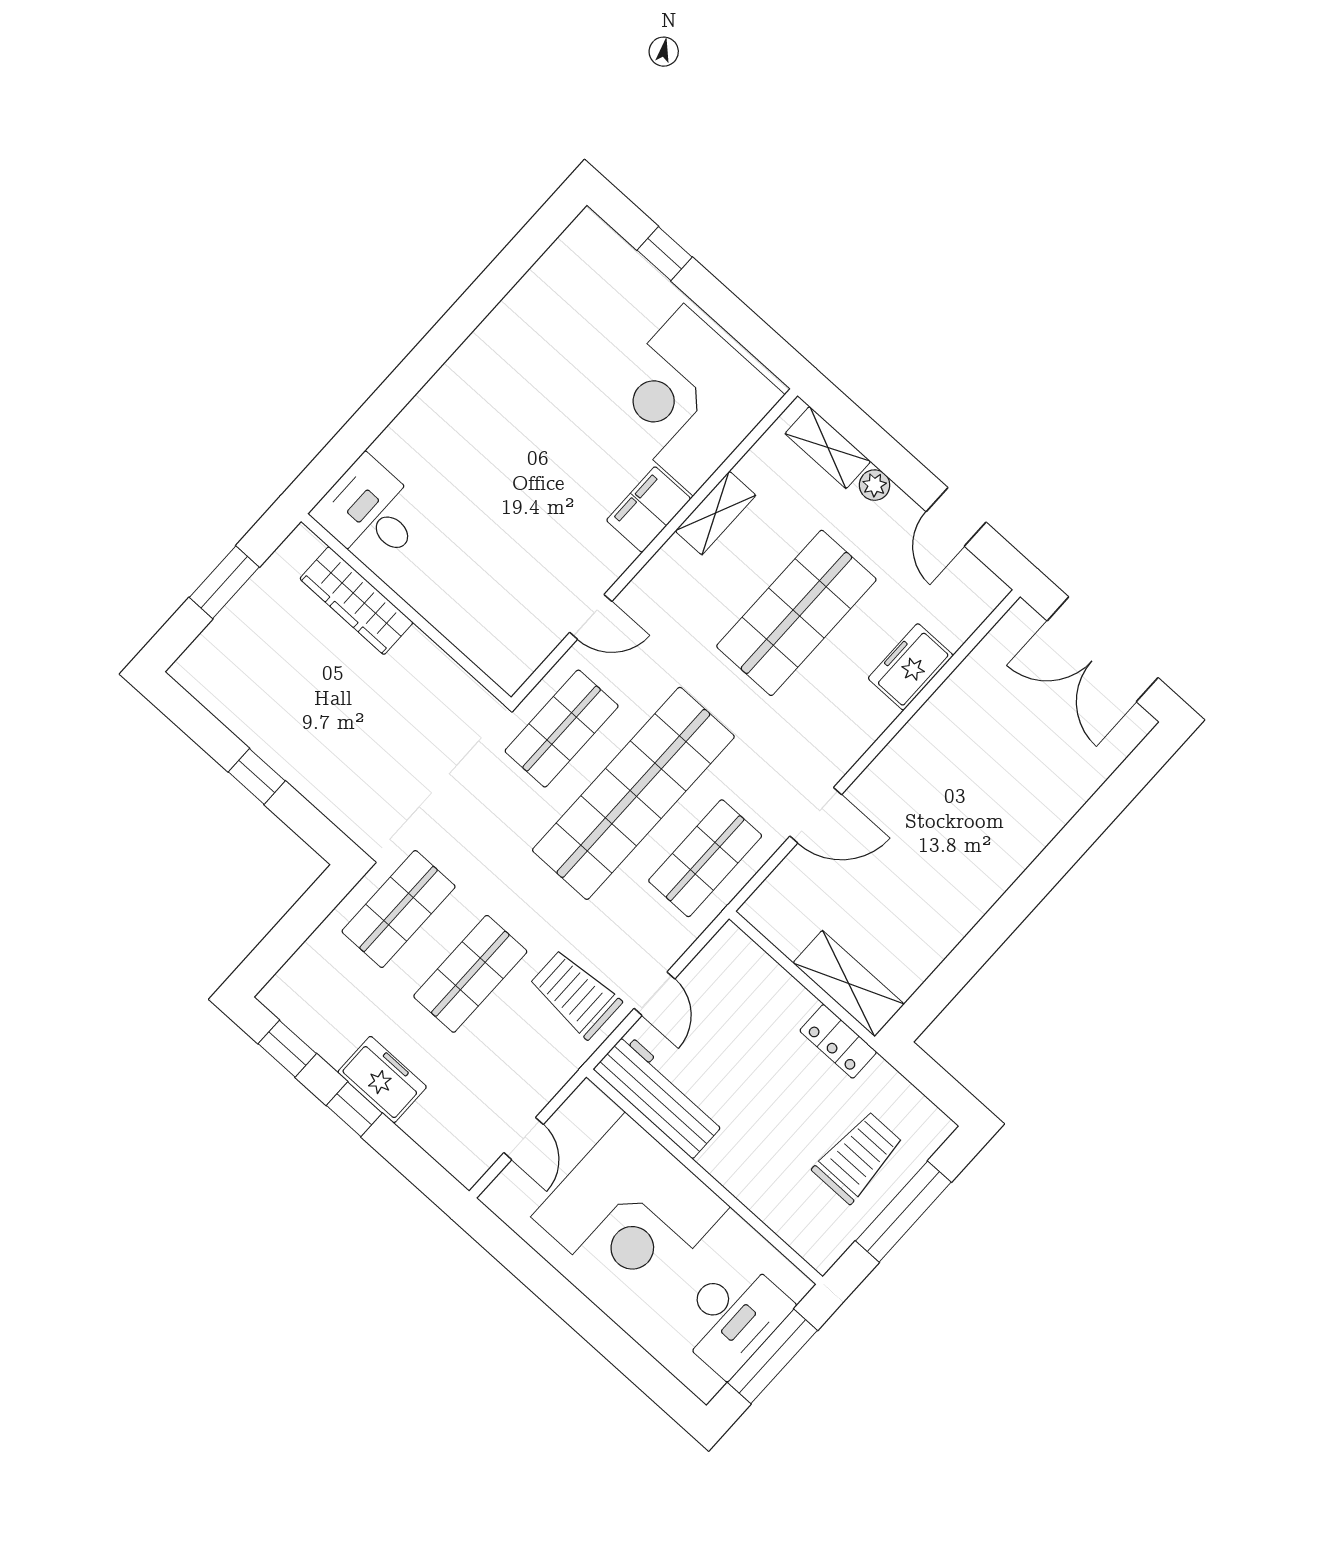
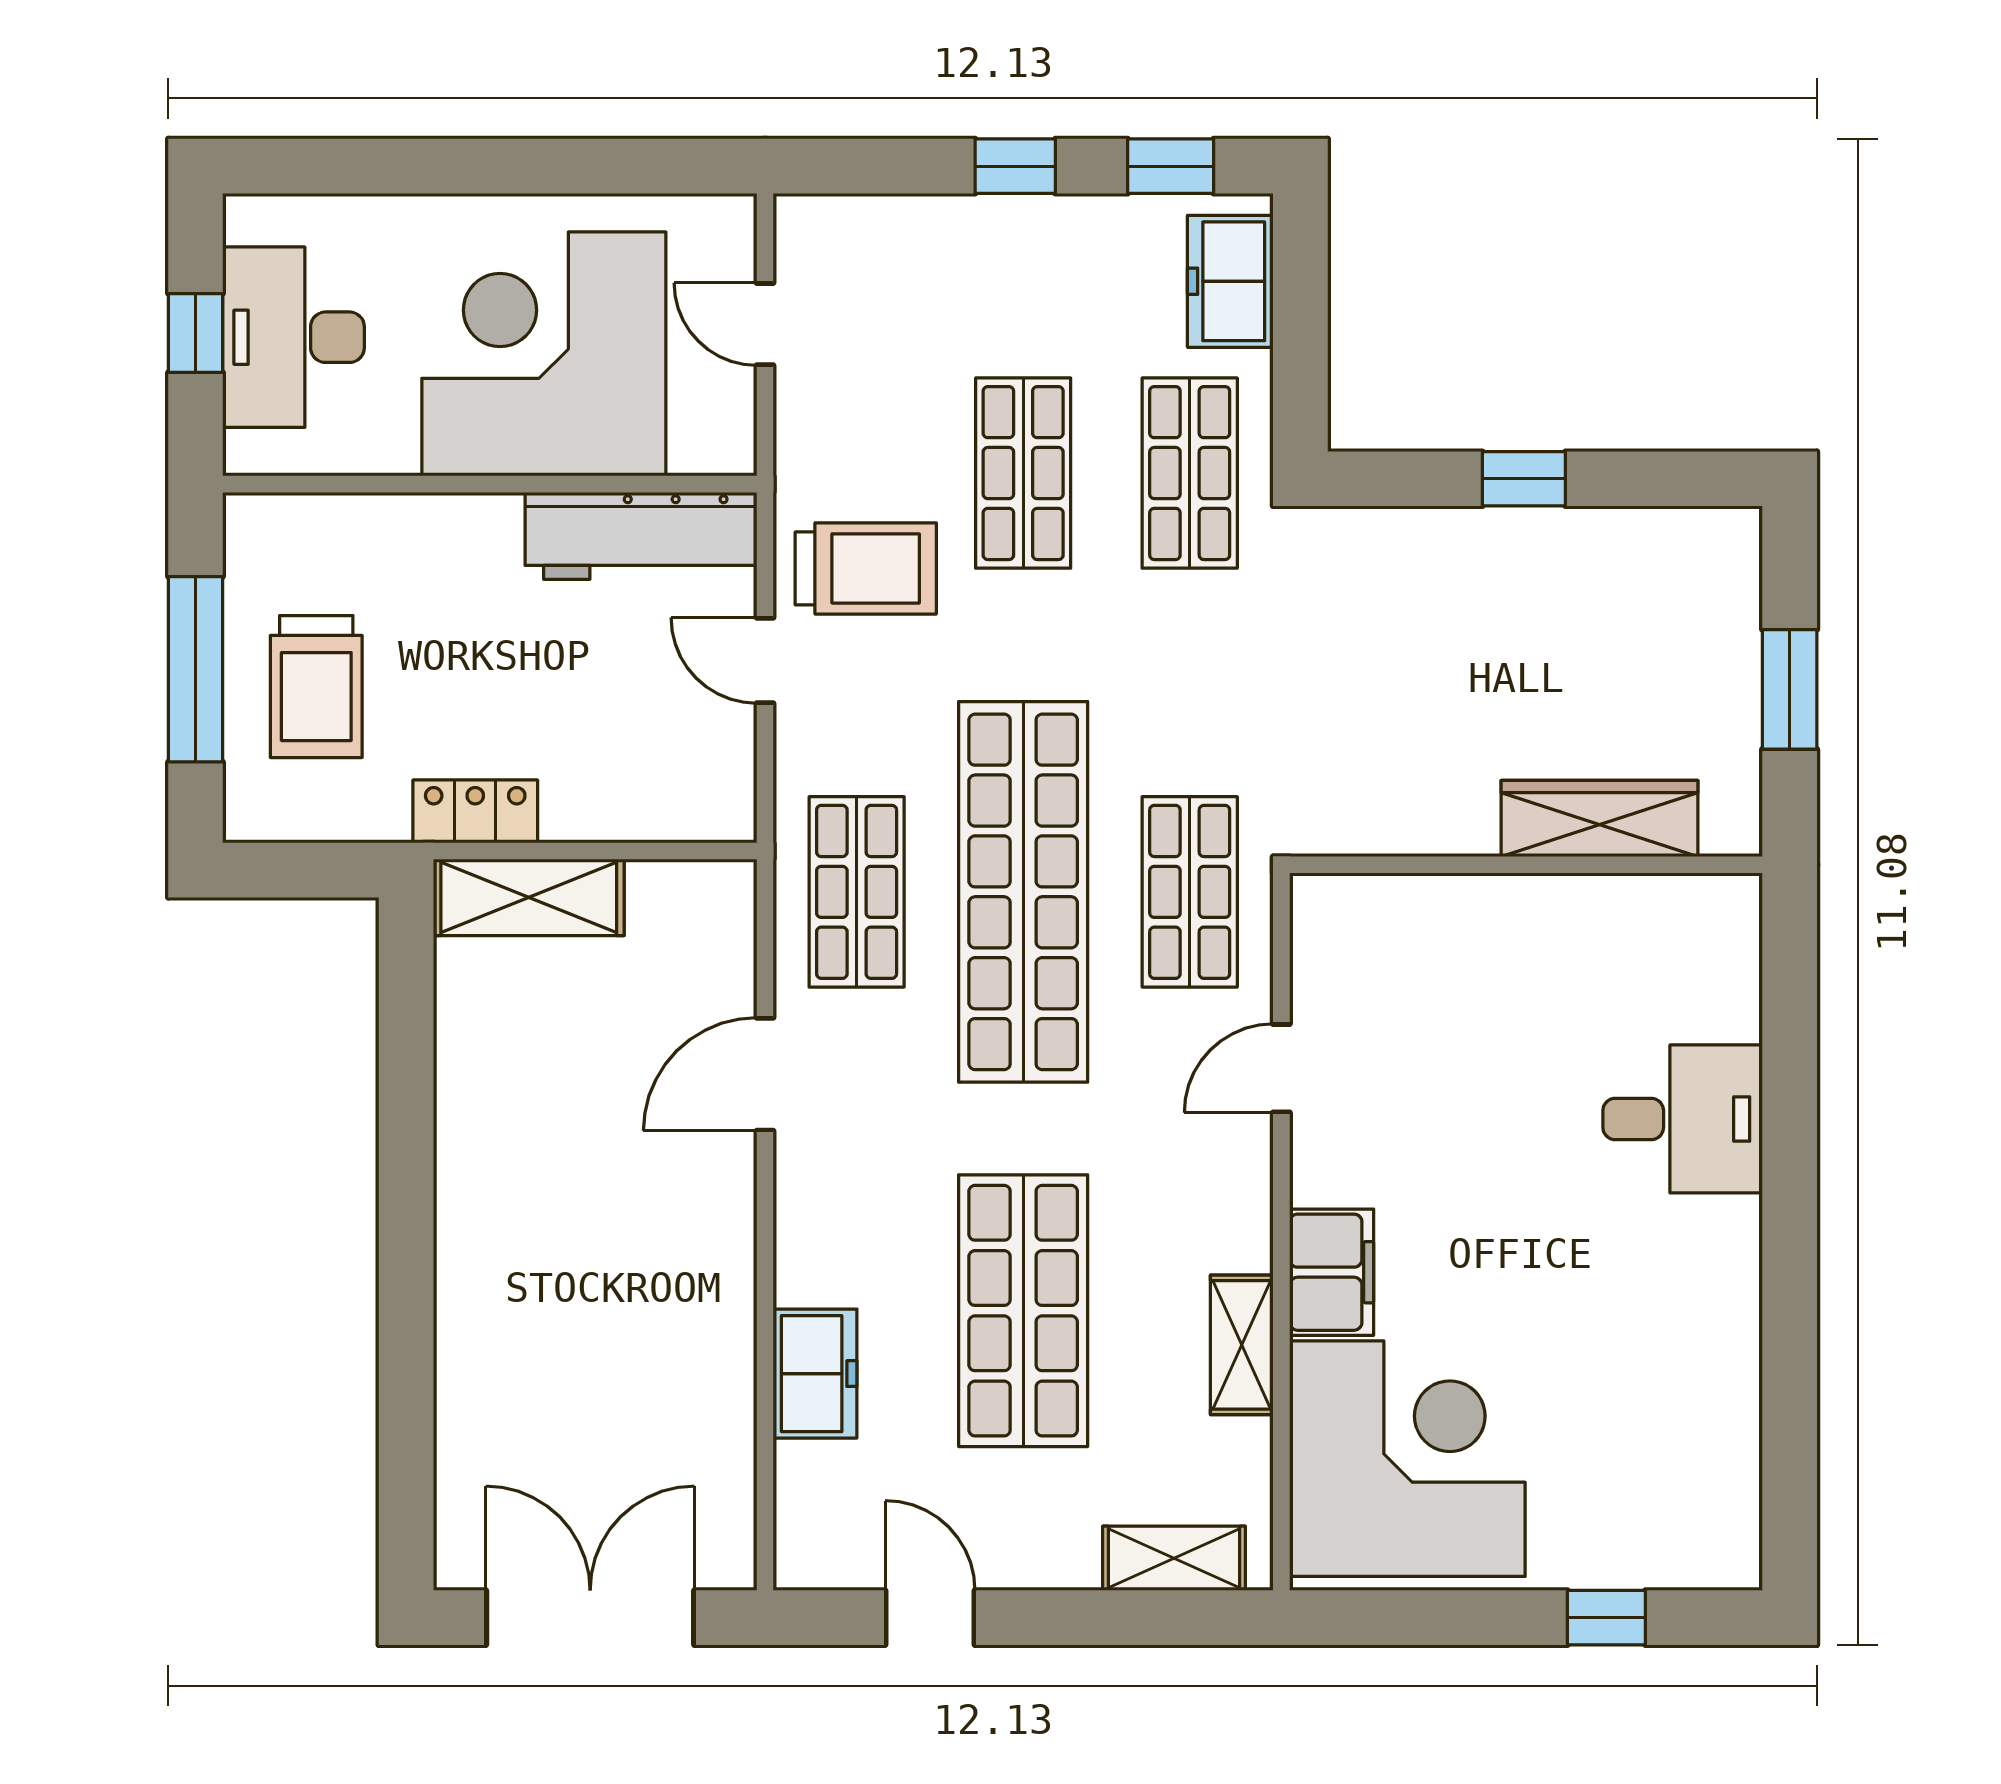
plant: (875, 485) -> (1071, 1564), removed
desk: (371, 513) -> (1683, 1119), moved
freezer: (382, 1080) -> (1230, 281), moved, turned 90
window: (772, 1356) -> (195, 333), width x0.46

